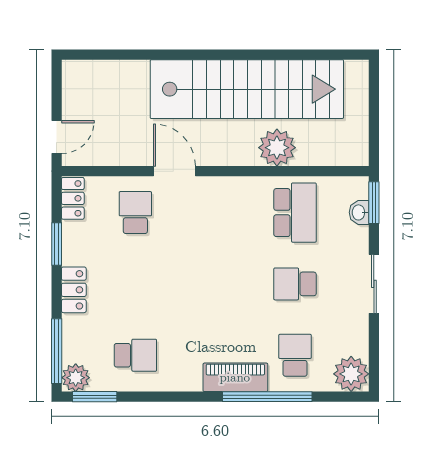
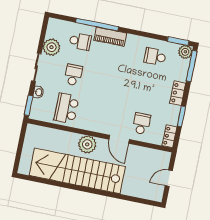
door: (57, 137) -> (169, 178), moved
plant: (277, 148) -> (87, 144), moved
washbasin: (359, 212) -> (38, 92), moved
school desk: (135, 213) -> (141, 124), turned 180
school desk: (295, 284) -> (73, 75), turned -90
school desk: (295, 355) -> (80, 41), turned -90
plant: (351, 374) -> (52, 47), moved

